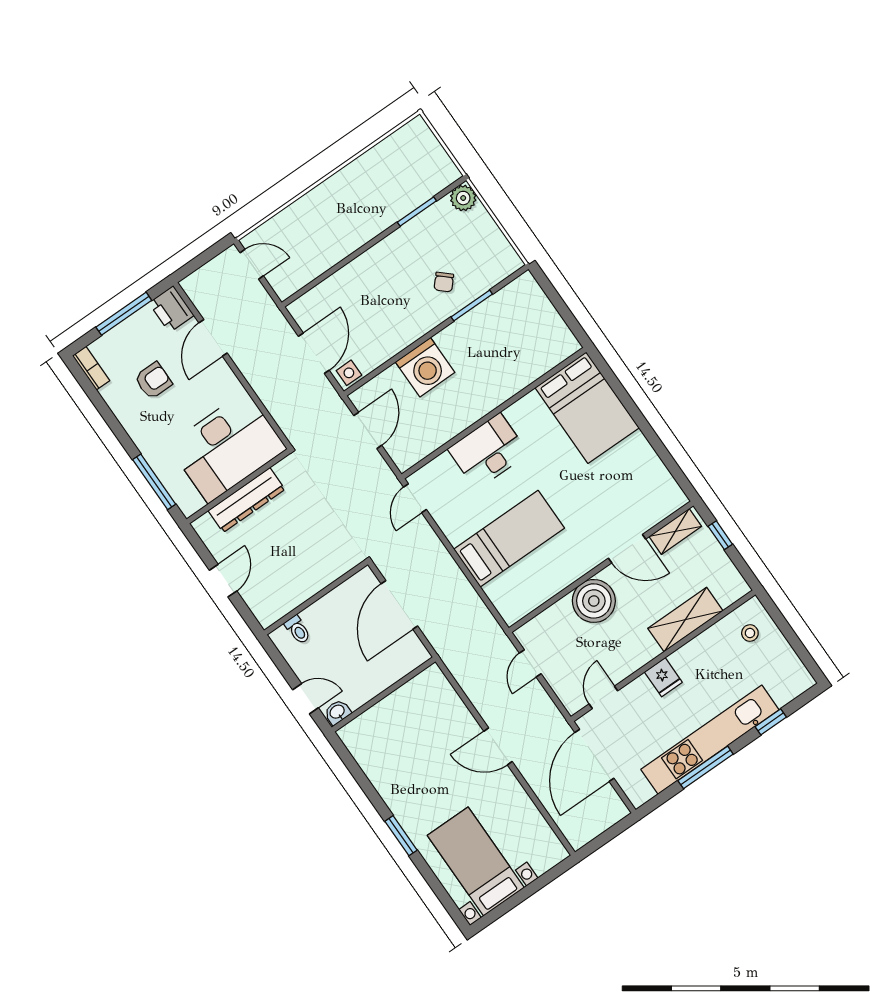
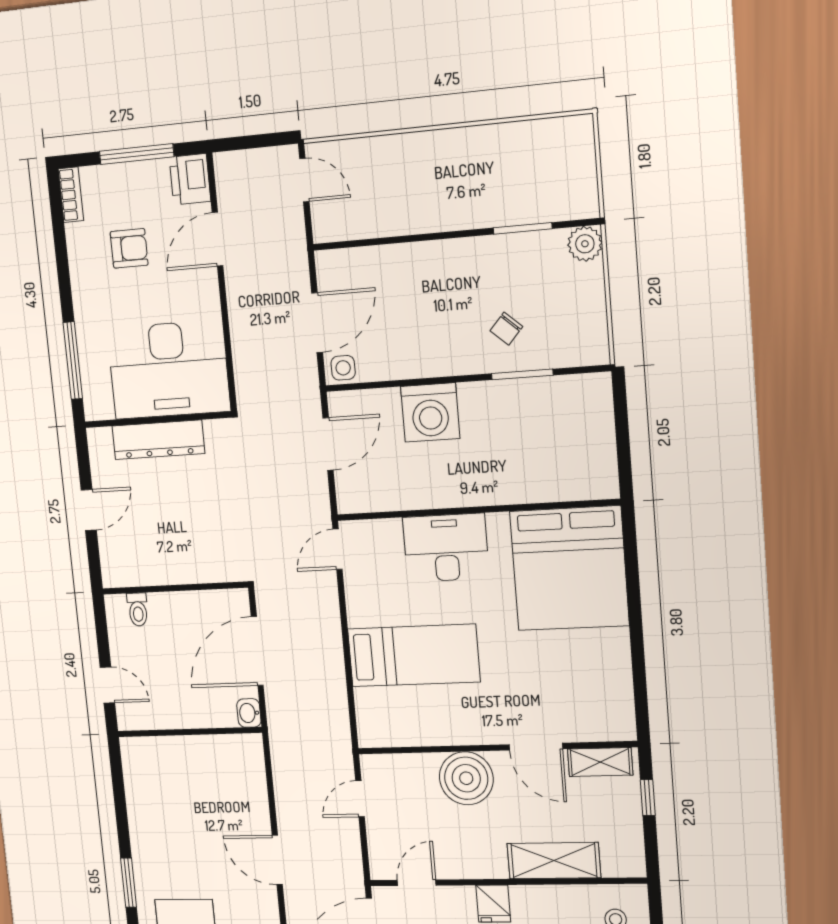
bed: (587, 408) -> (569, 568), width x1.36
washbasin: (337, 712) -> (249, 713), moved, turned -90

